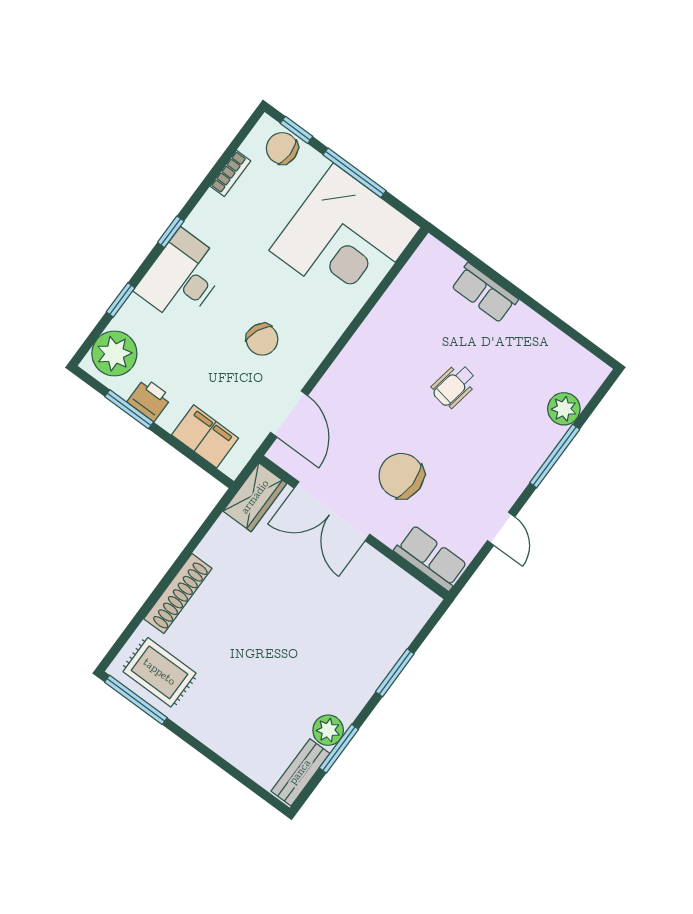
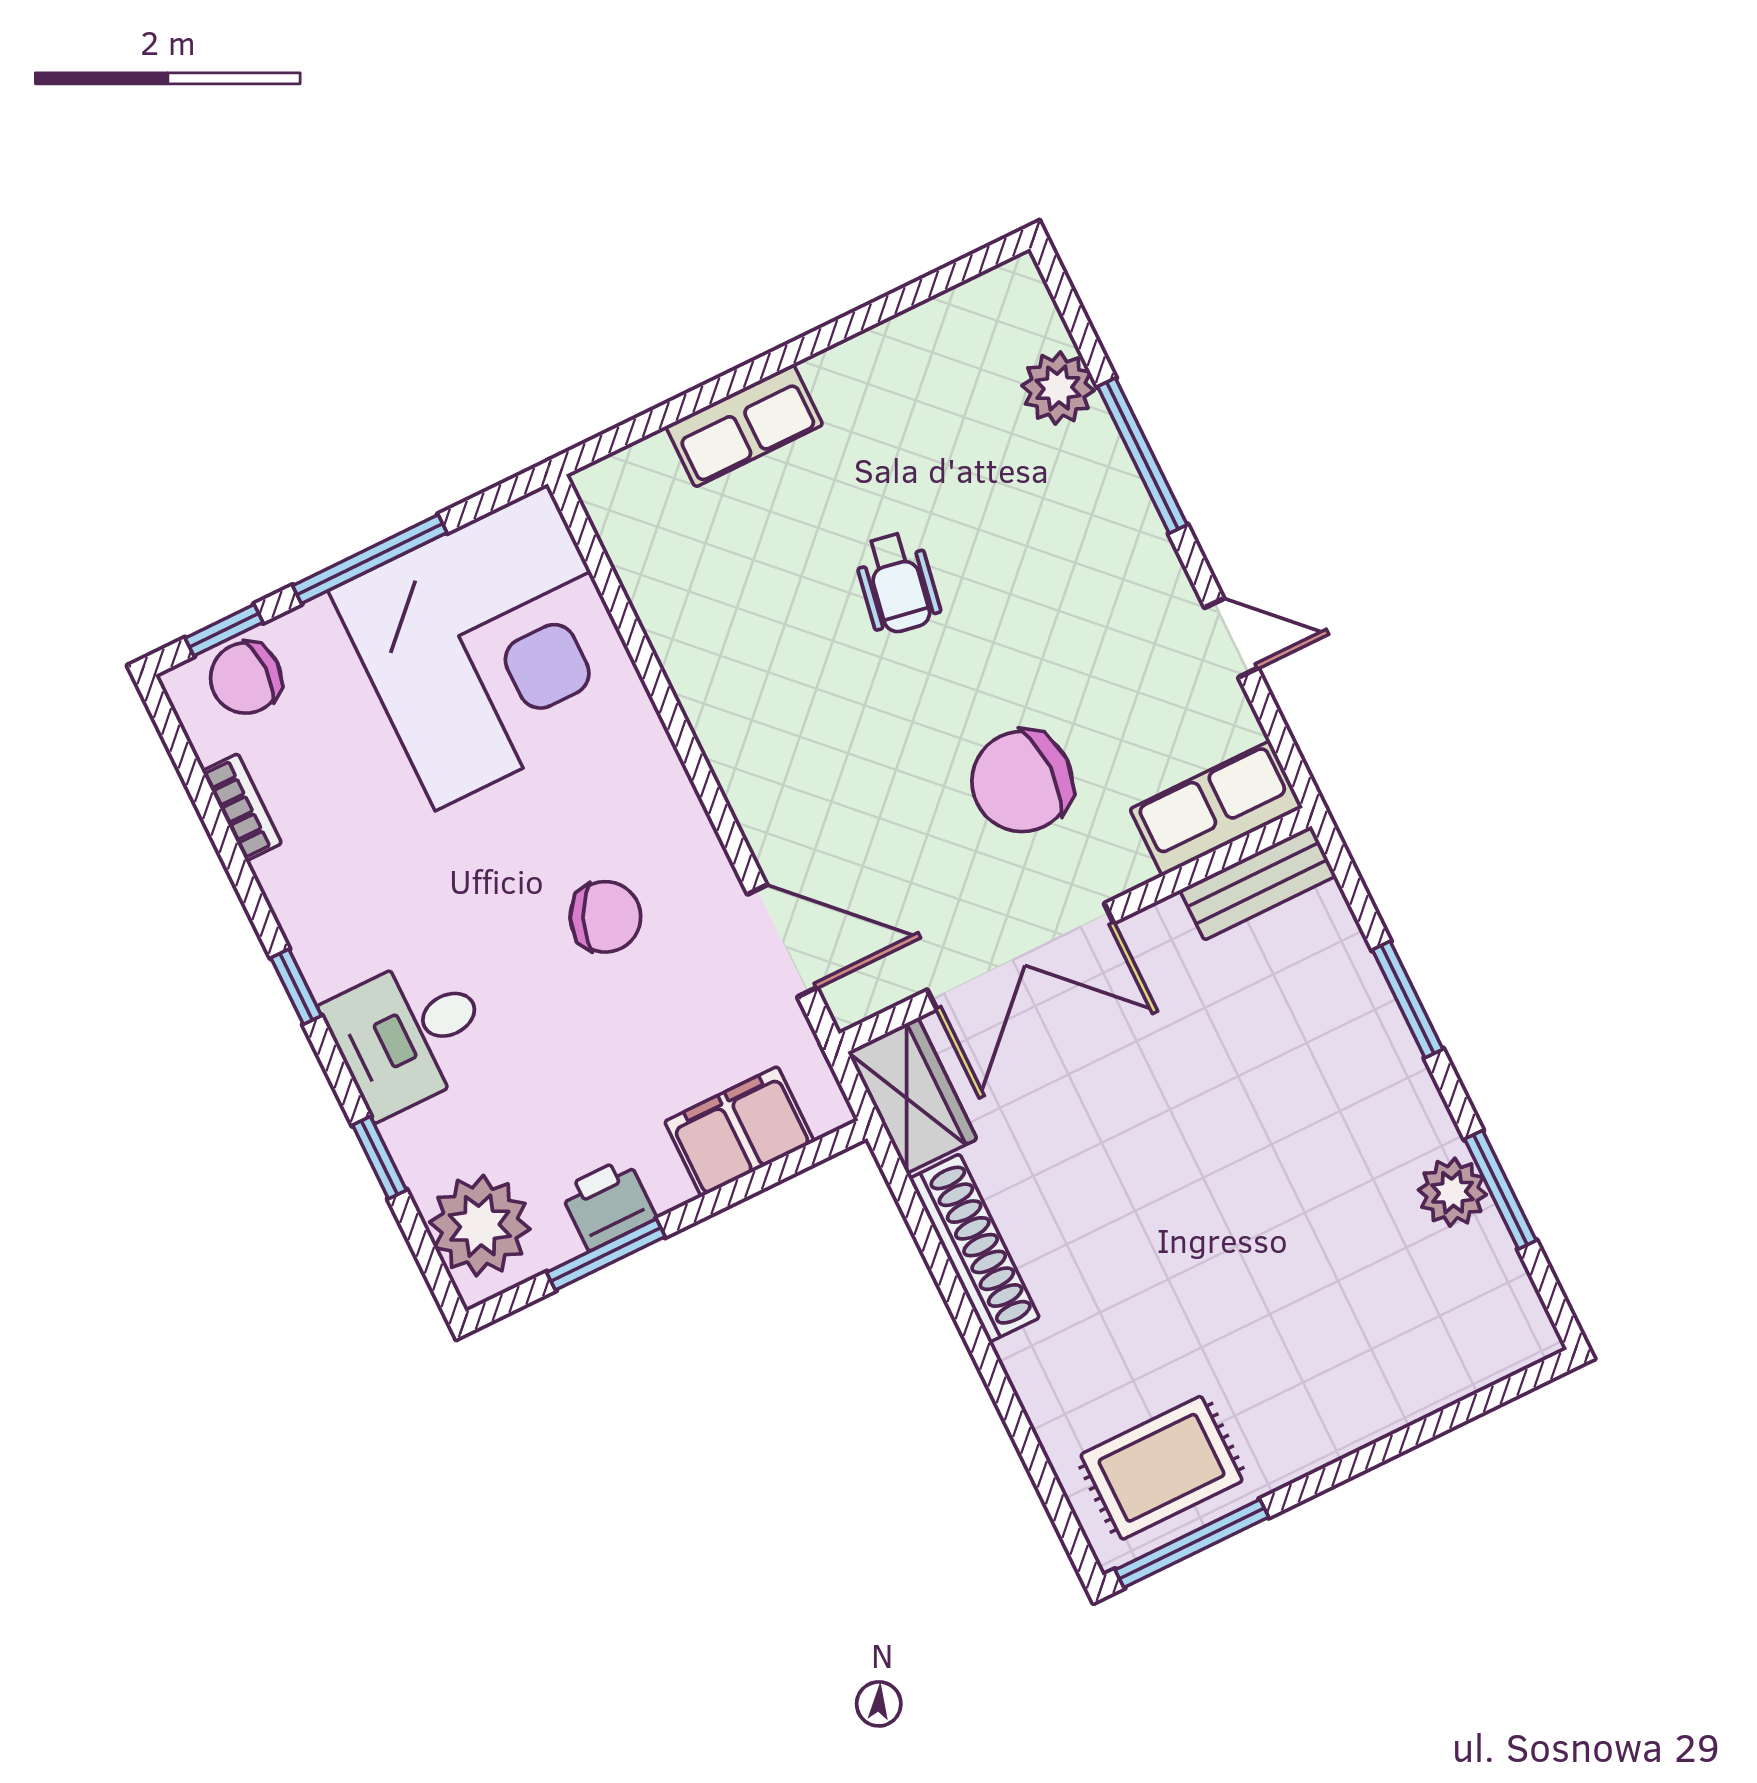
desk: (182, 277) -> (409, 1034), width x0.73
shoe rack: (178, 594) -> (974, 1248), moved
bench: (300, 772) -> (1258, 883), moved, turned 90

